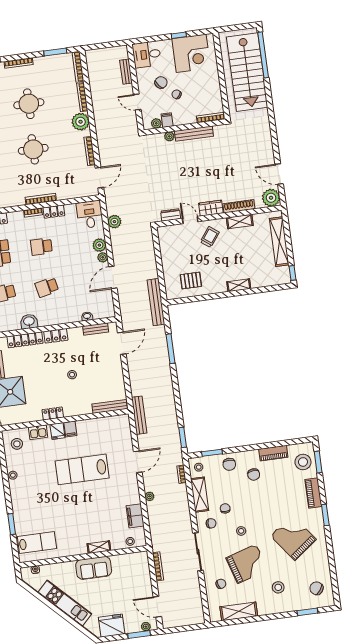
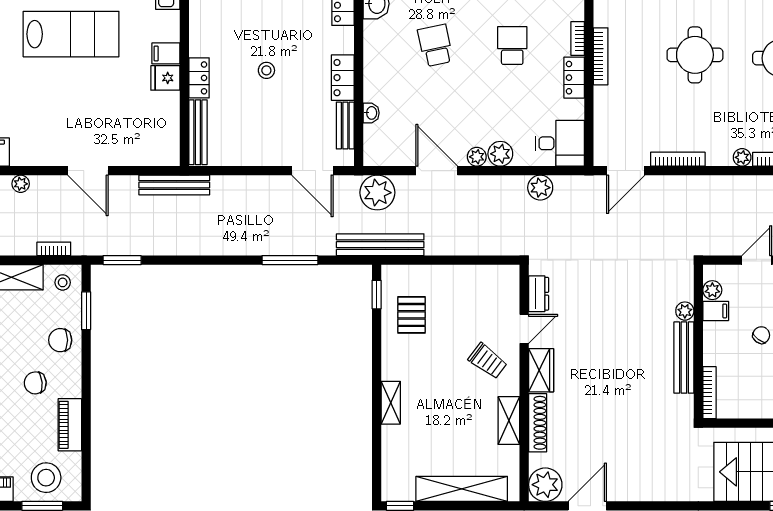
plant: (81, 122) -> (742, 157), width x0.53, depth x0.53
door: (99, 178) -> (626, 171), hinge flipped
window: (183, 300) -> (377, 295), added
plant: (129, 307) -> (377, 193), added
locker: (56, 336) -> (343, 78), moved
locker: (53, 414) -> (199, 78), moved
fridge: (57, 431) -> (165, 78), moved
lab bench: (82, 469) -> (71, 34), moved, turned 90

